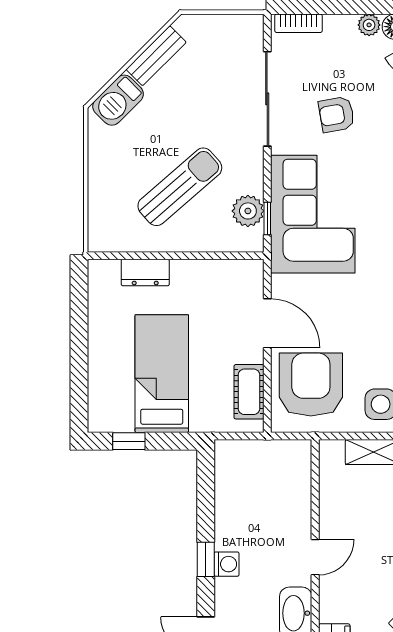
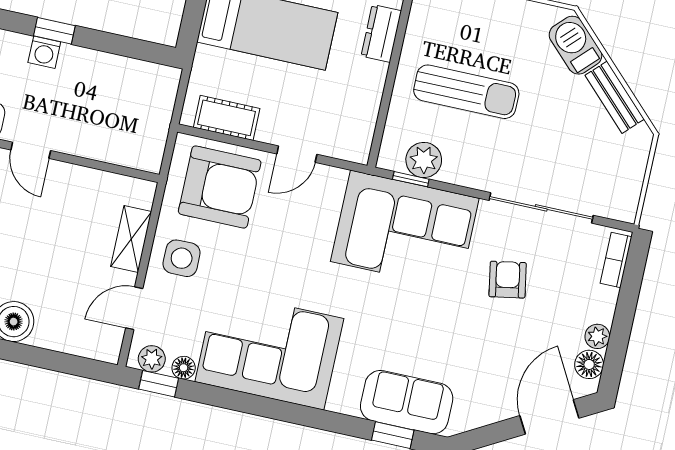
sun lounger: (180, 187) -> (466, 92), turned -49
door: (267, 323) -> (297, 154), width x0.73

